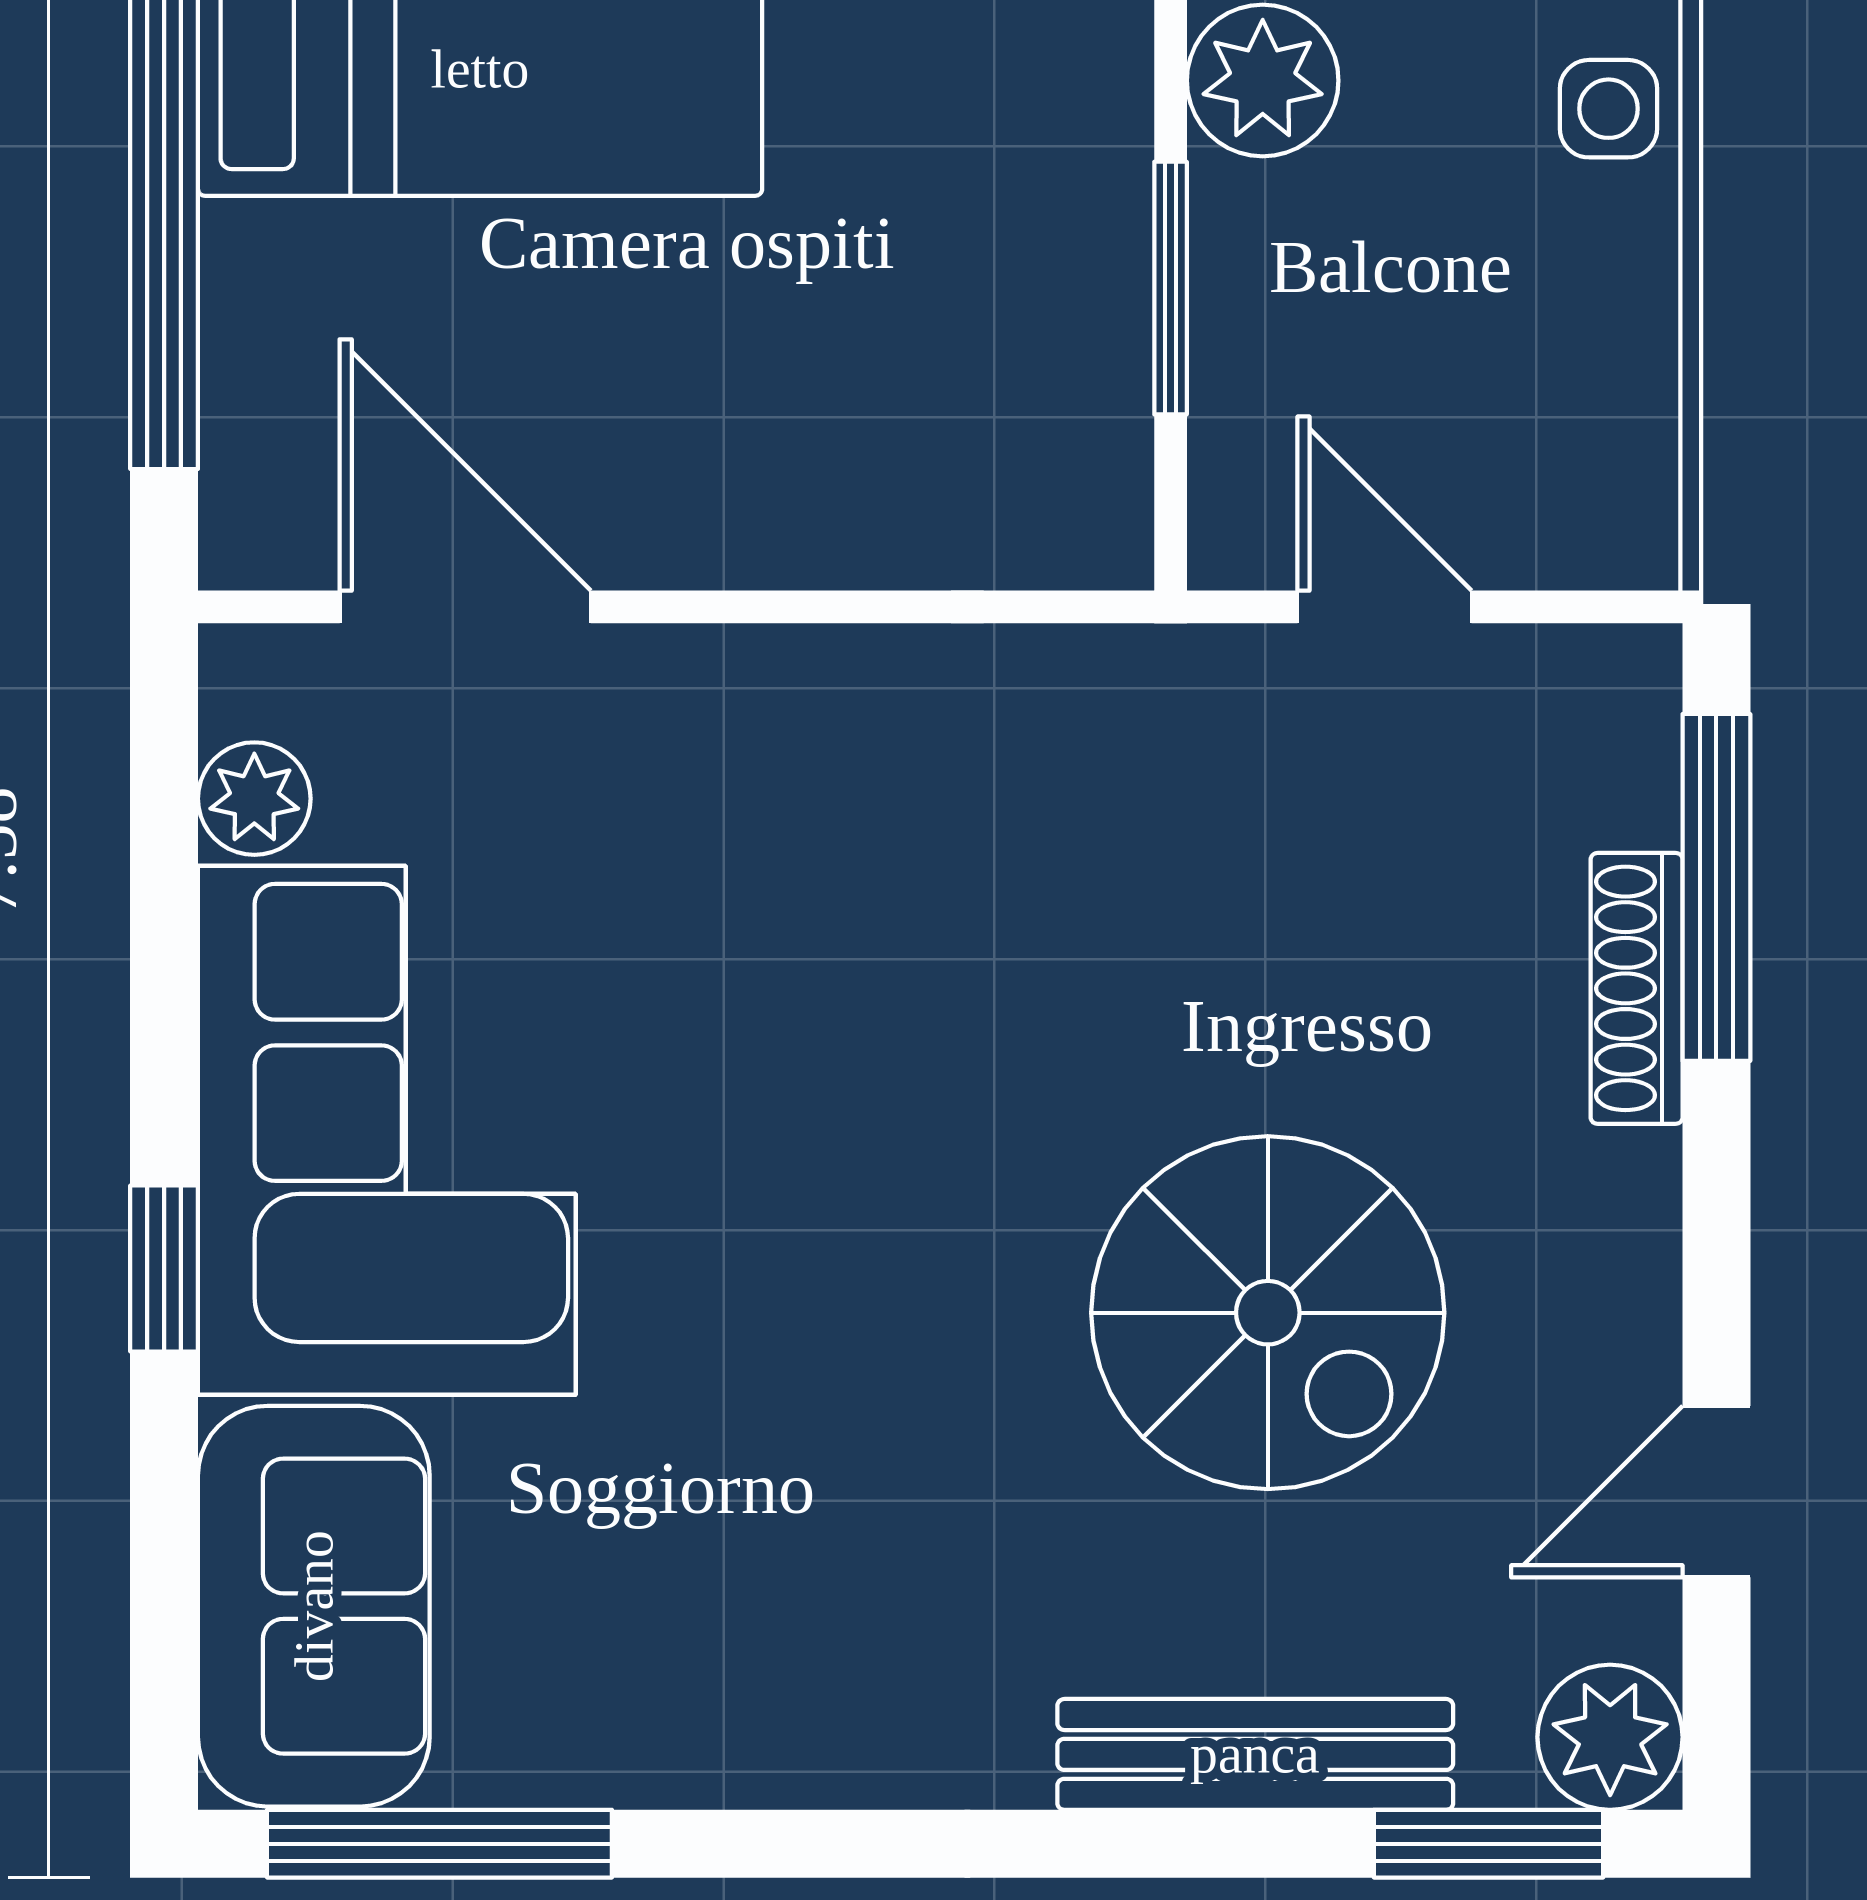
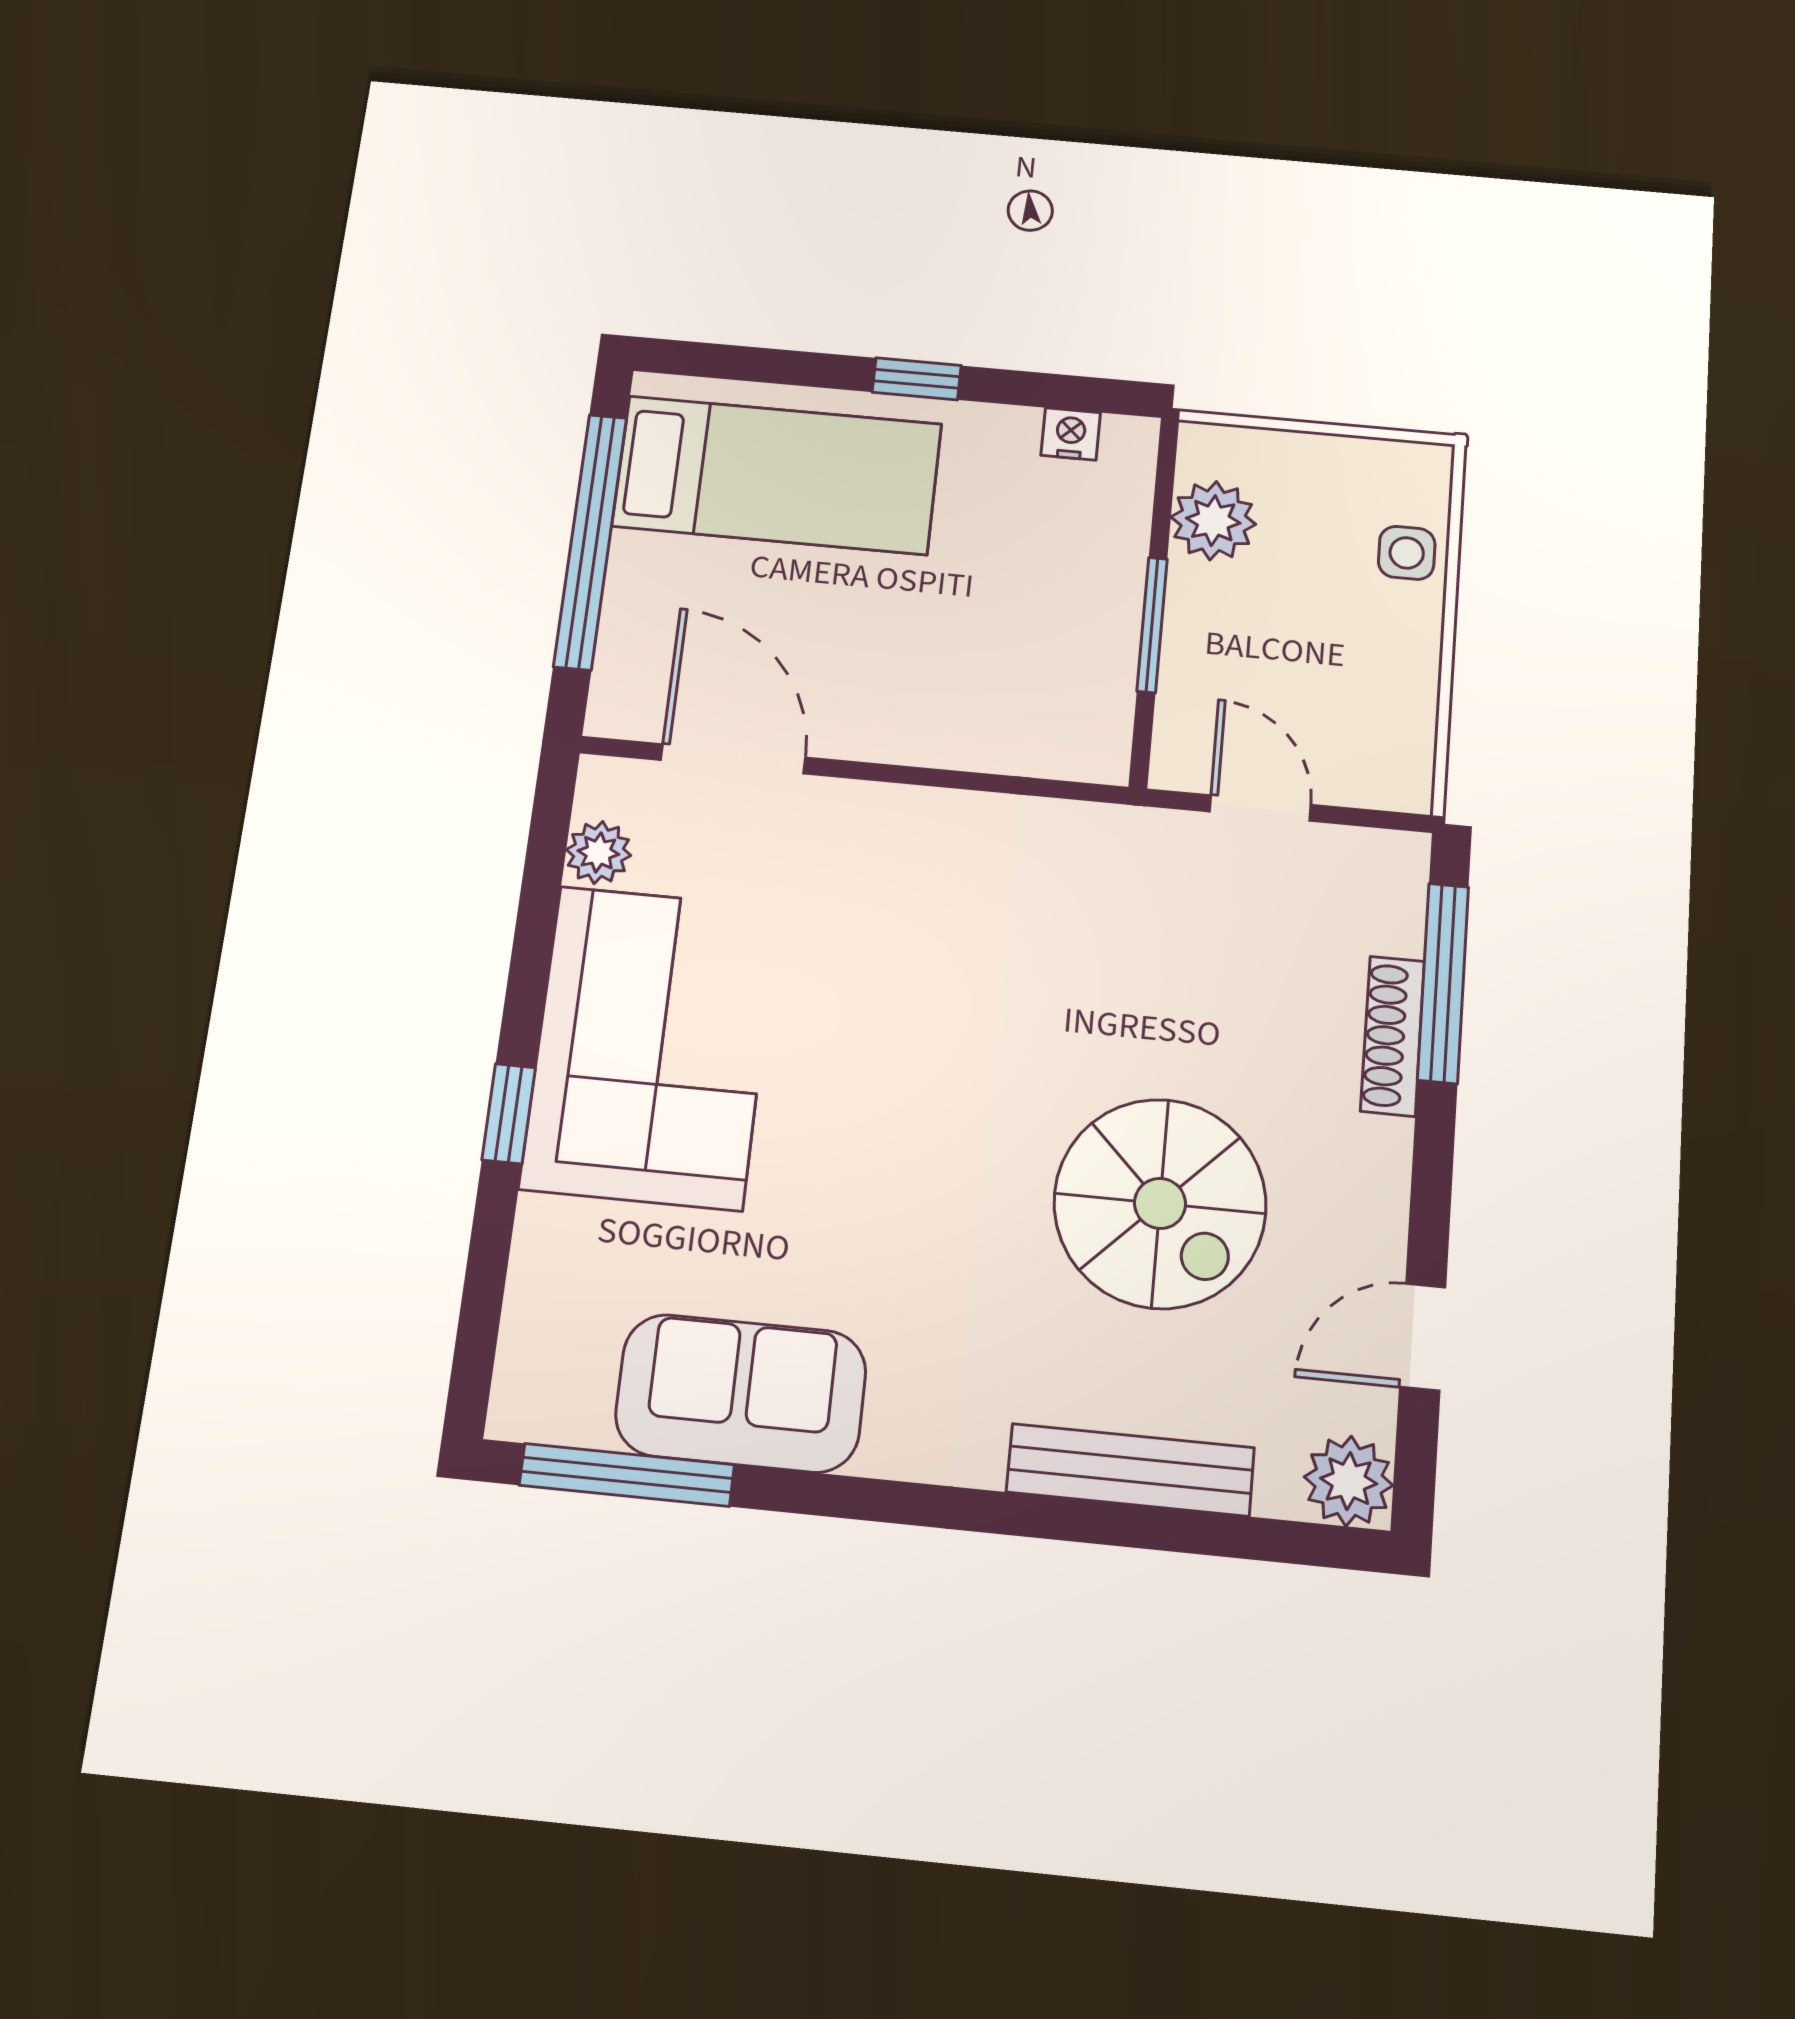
sofa: (314, 1606) -> (741, 1393), moved, turned -90
window: (1489, 1844) -> (1269, 1540), removed

